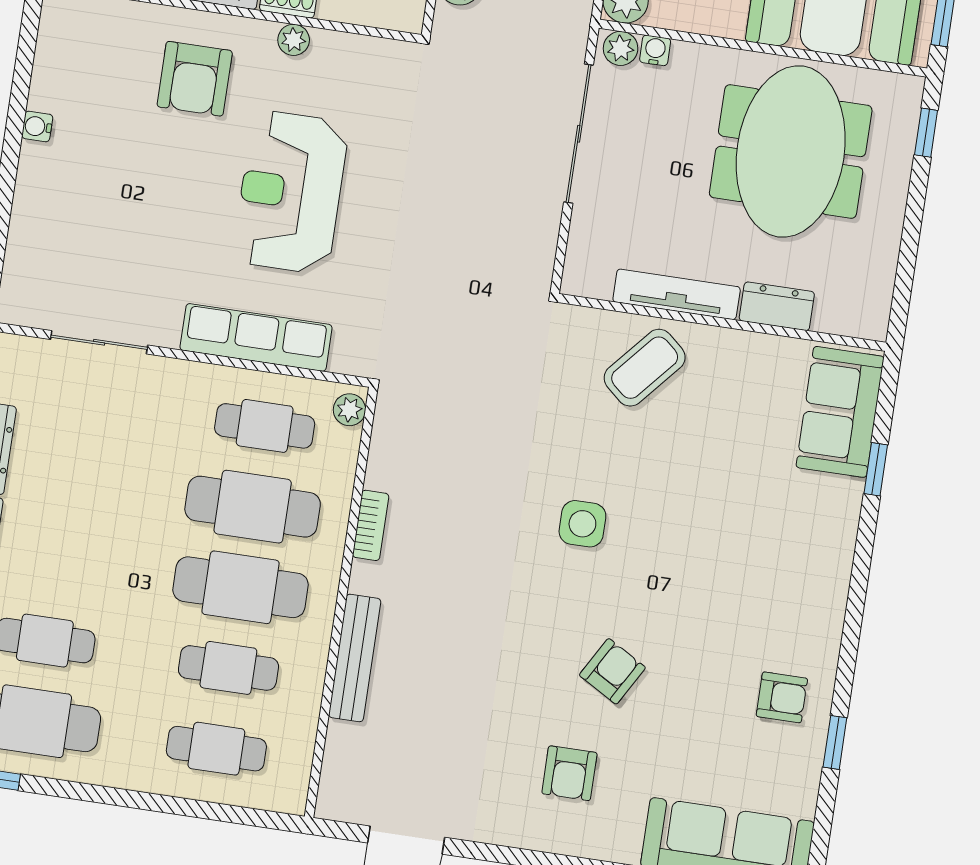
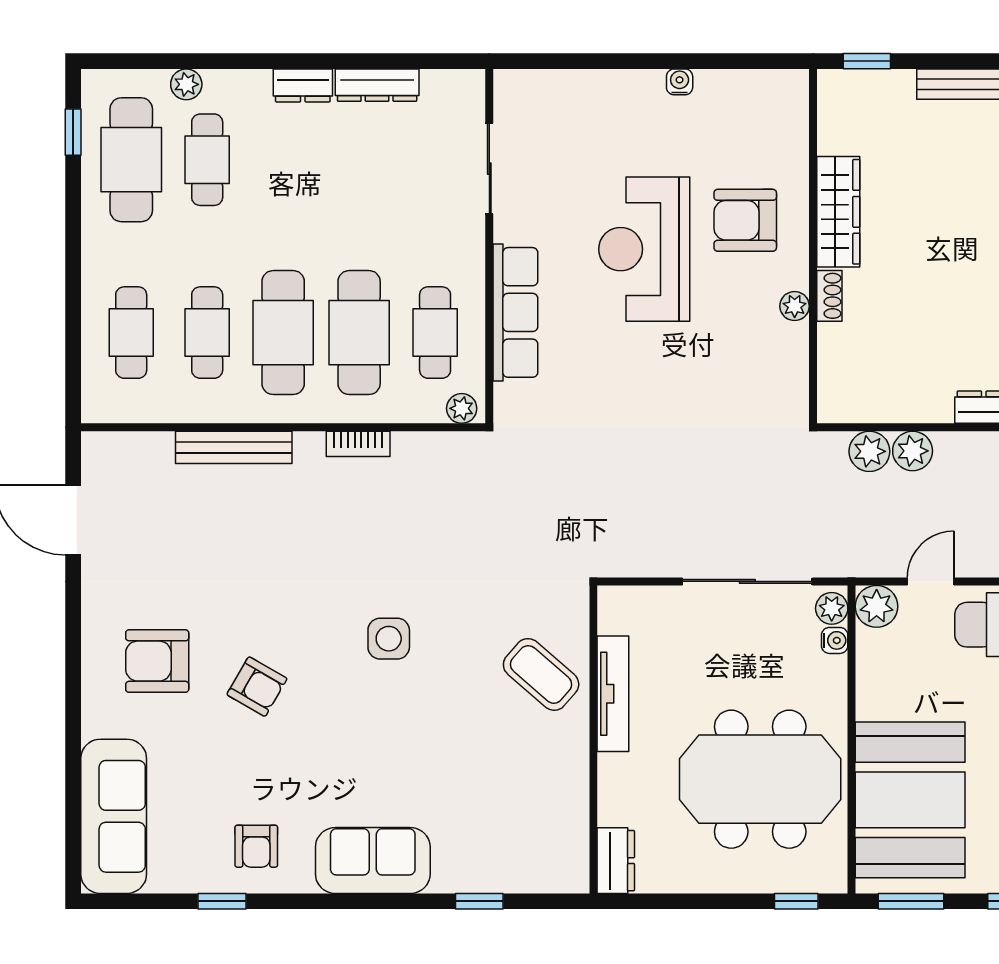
reception desk: (291, 192) -> (644, 249), moved, turned -90
dresser: (777, 306) -> (616, 861), moved
sofa: (840, 412) -> (373, 860), moved
armchair: (569, 773) -> (157, 661), width x1.38, depth x1.38

